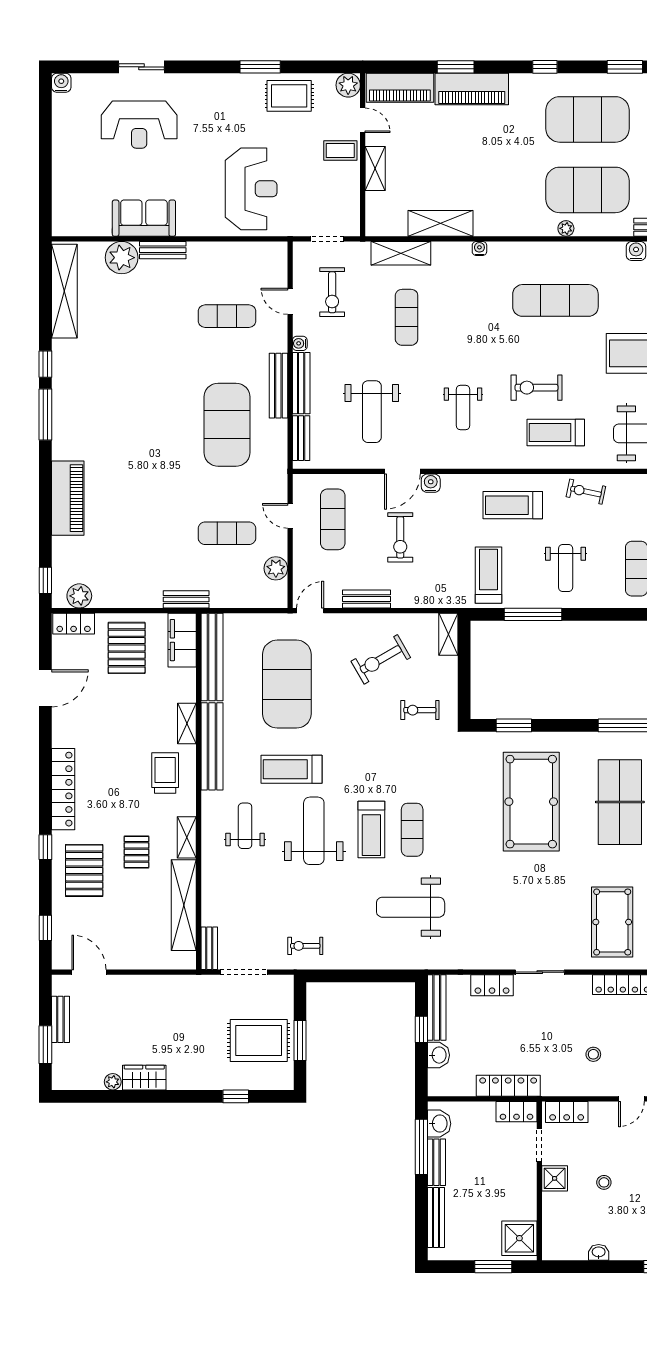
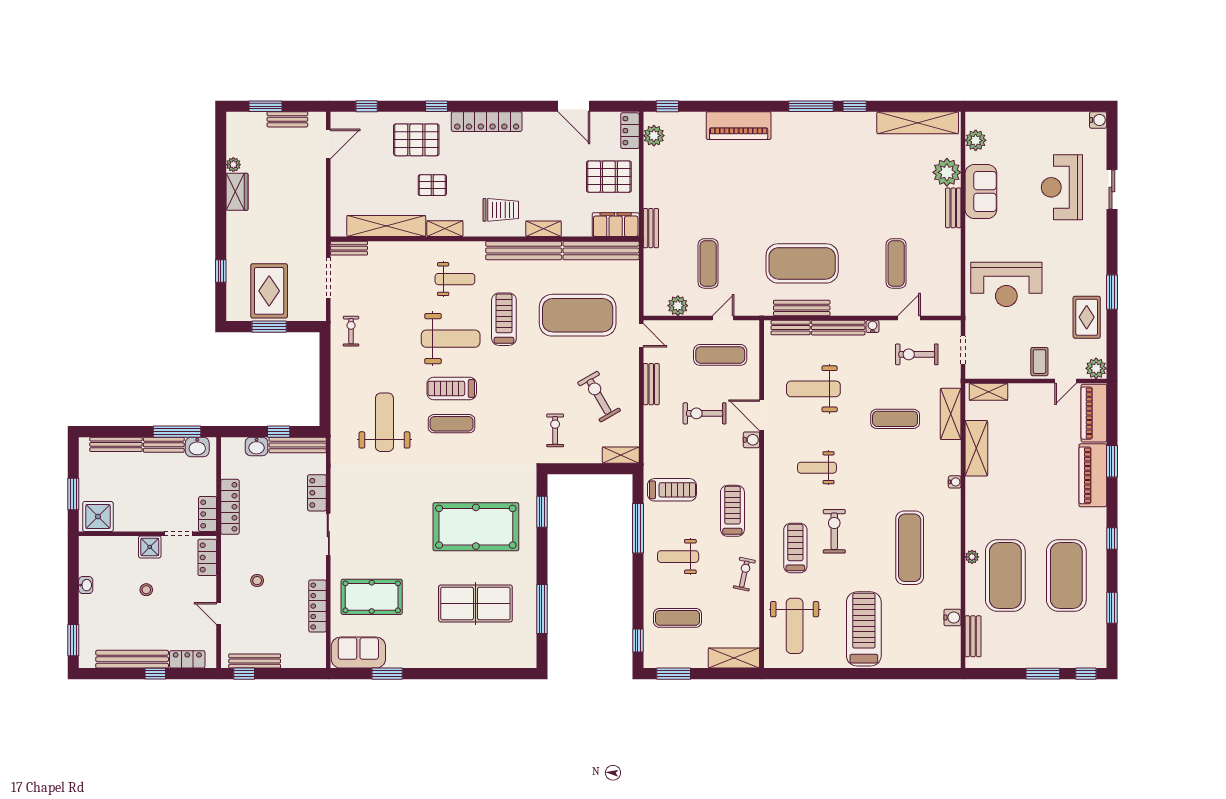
shelving: (375, 168) -> (988, 392), moved
plant: (85, 224) -> (976, 140), added
bench: (278, 386) -> (802, 308), moved

